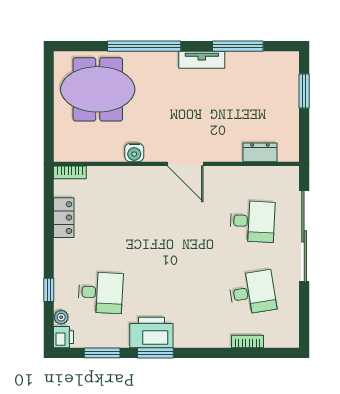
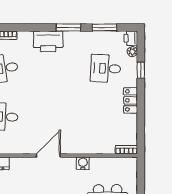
door: (185, 164) -> (48, 156), hinge flipped
locker: (64, 218) -> (131, 100), moved
printer: (151, 333) -> (48, 41), moved

